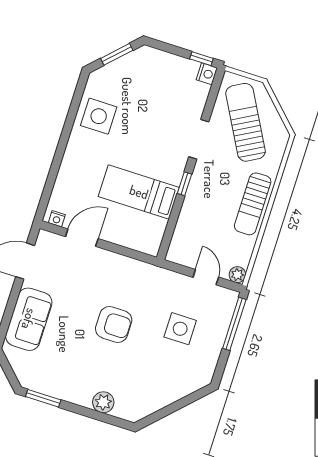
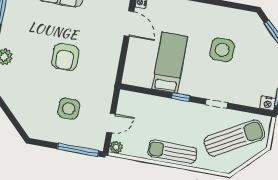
side table: (99, 116) -> (222, 50), moved
doorway: (199, 139) -> (217, 104), width x0.73

